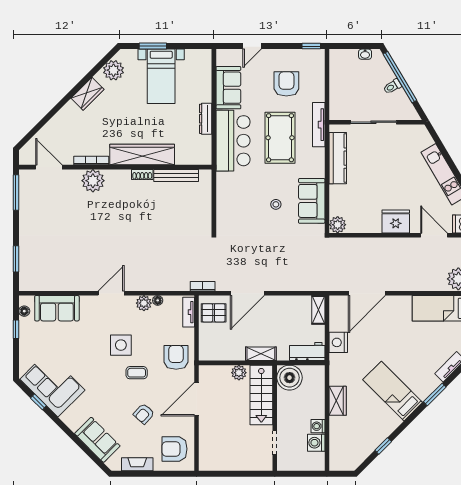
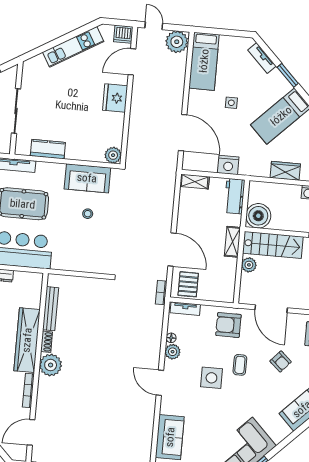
kitchen counter: (338, 158) -> (48, 149), width x0.67
plant: (93, 181) -> (51, 365), moved
side table: (402, 340) -> (231, 103), added

